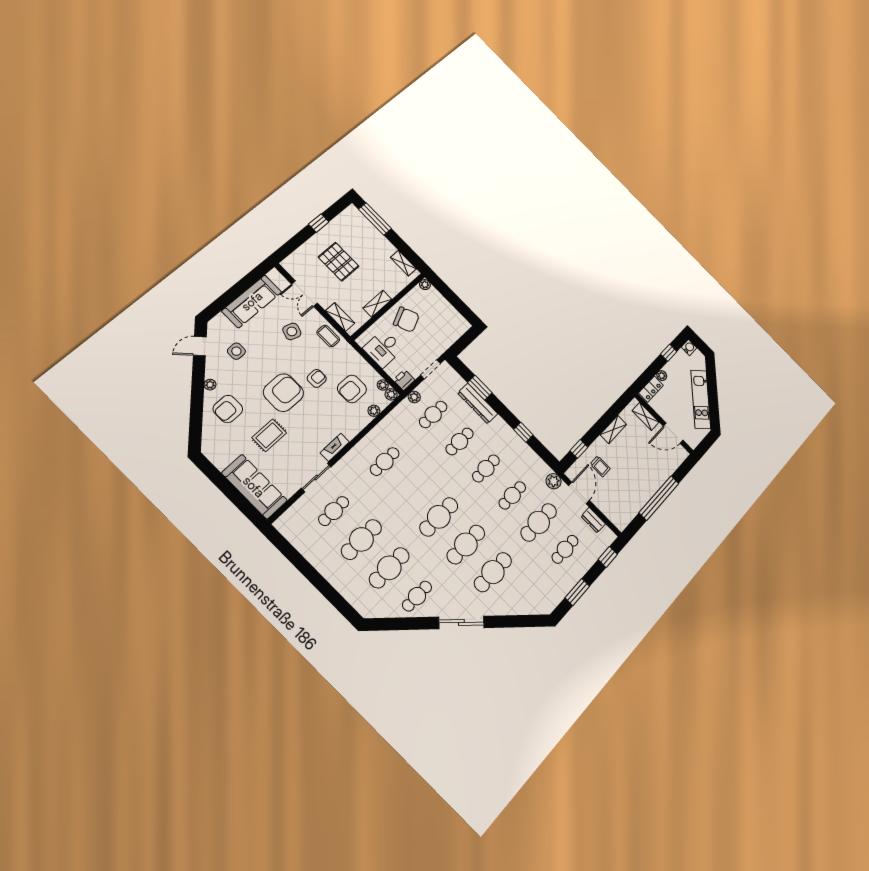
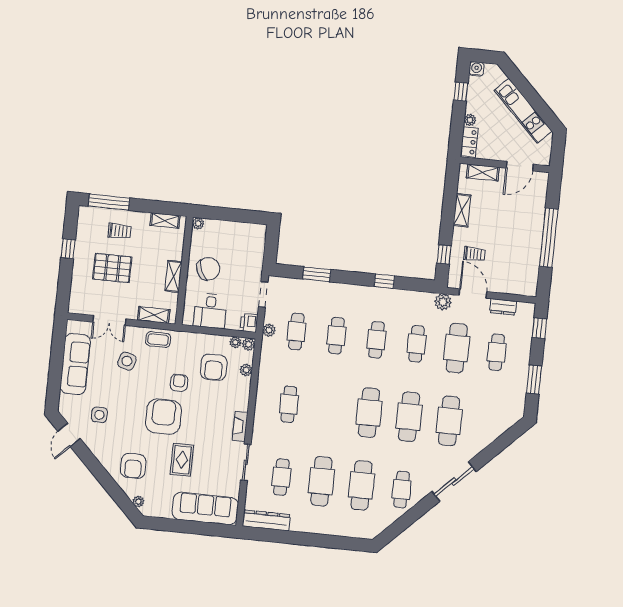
trolley: (366, 243) -> (120, 231), added
plant: (210, 385) -> (138, 502), moved
dresser: (478, 403) -> (266, 520), moved, turned 180

